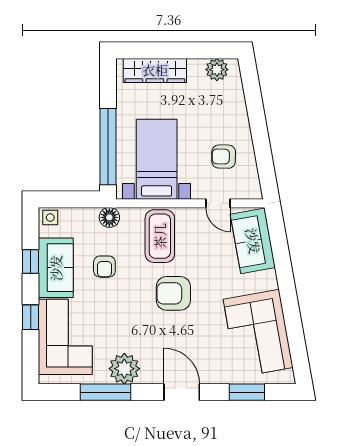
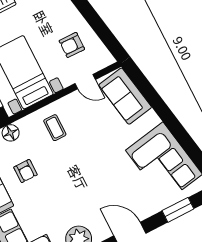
coffee table: (160, 236) -> (55, 128), width x0.54, depth x0.58
armchair: (173, 293) -> (86, 165), removed

